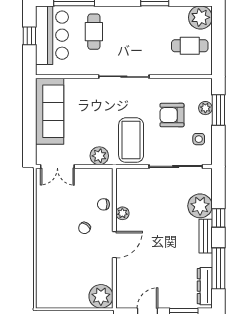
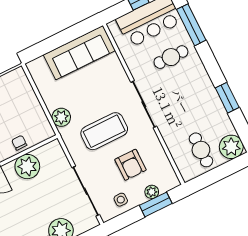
armchair: (172, 115) -> (130, 165), turned 180
coffee table: (131, 140) -> (104, 131), moved
double door: (57, 166) -> (33, 84), removed
plant: (122, 213) -> (27, 167), width x1.87, depth x1.87

